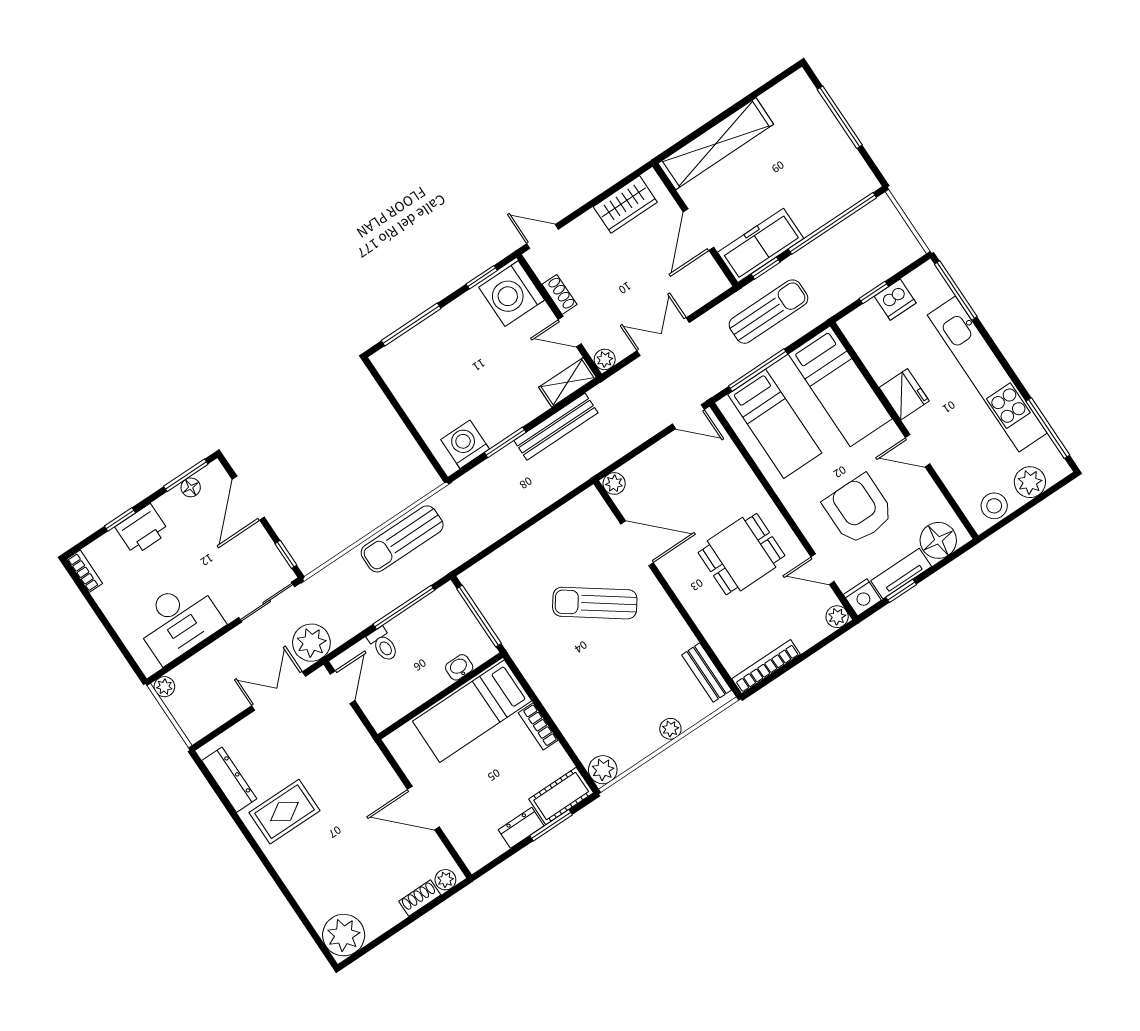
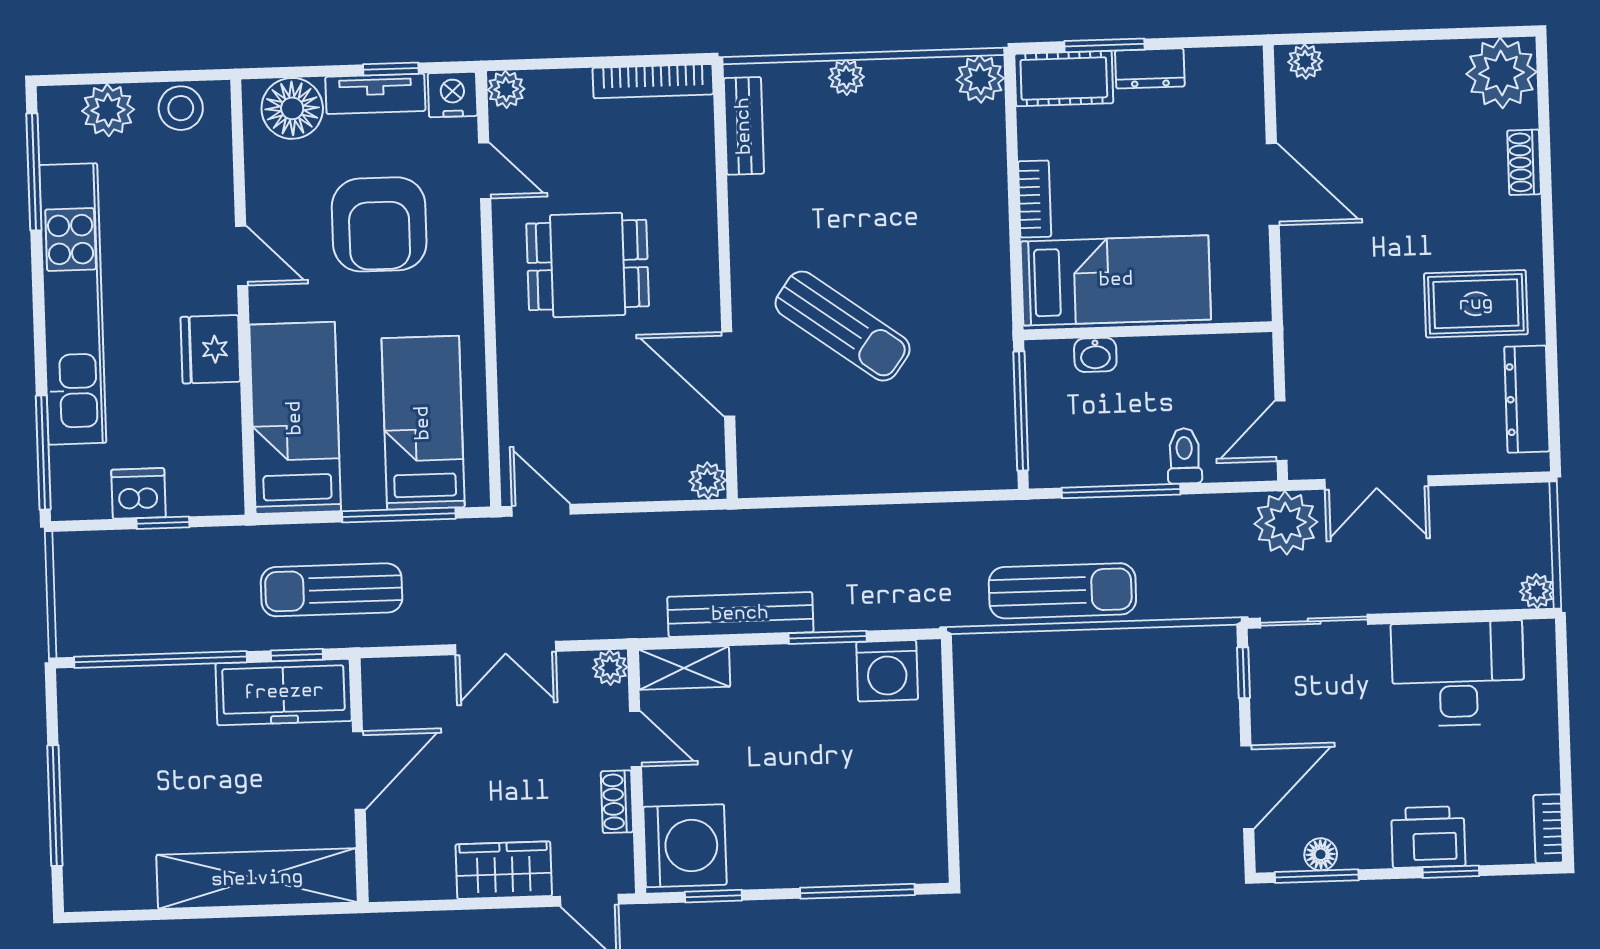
wardrobe: (625, 204) -> (504, 870), moved
shoe rack: (420, 898) -> (1524, 162), moved, turned 90

